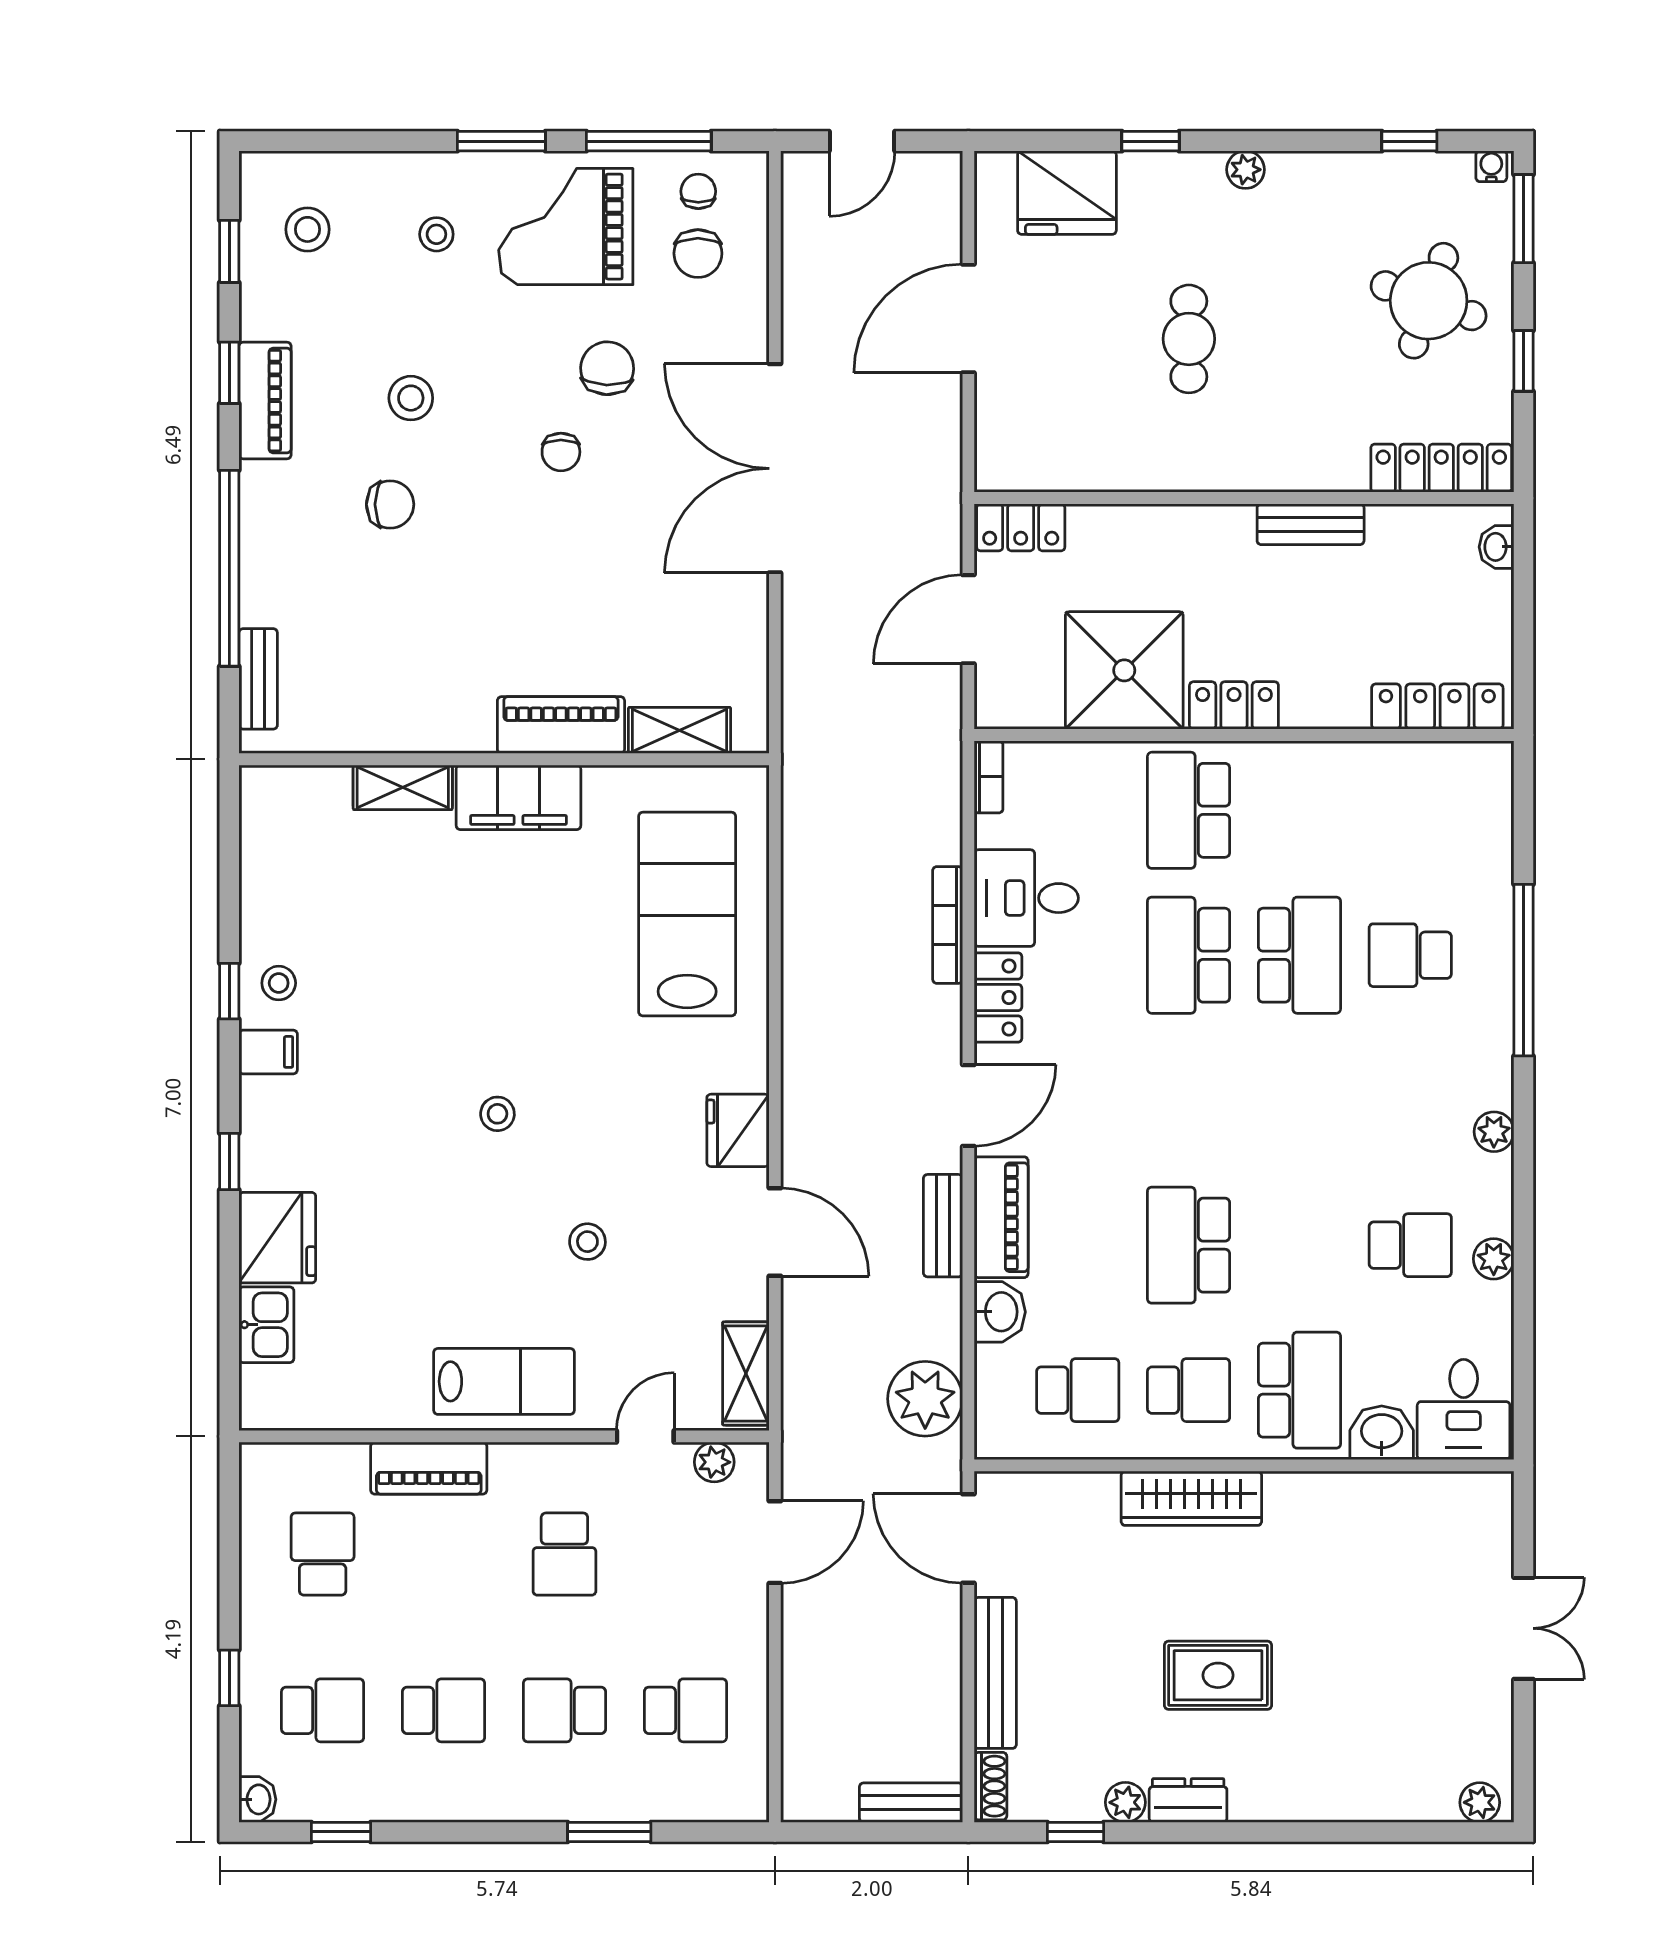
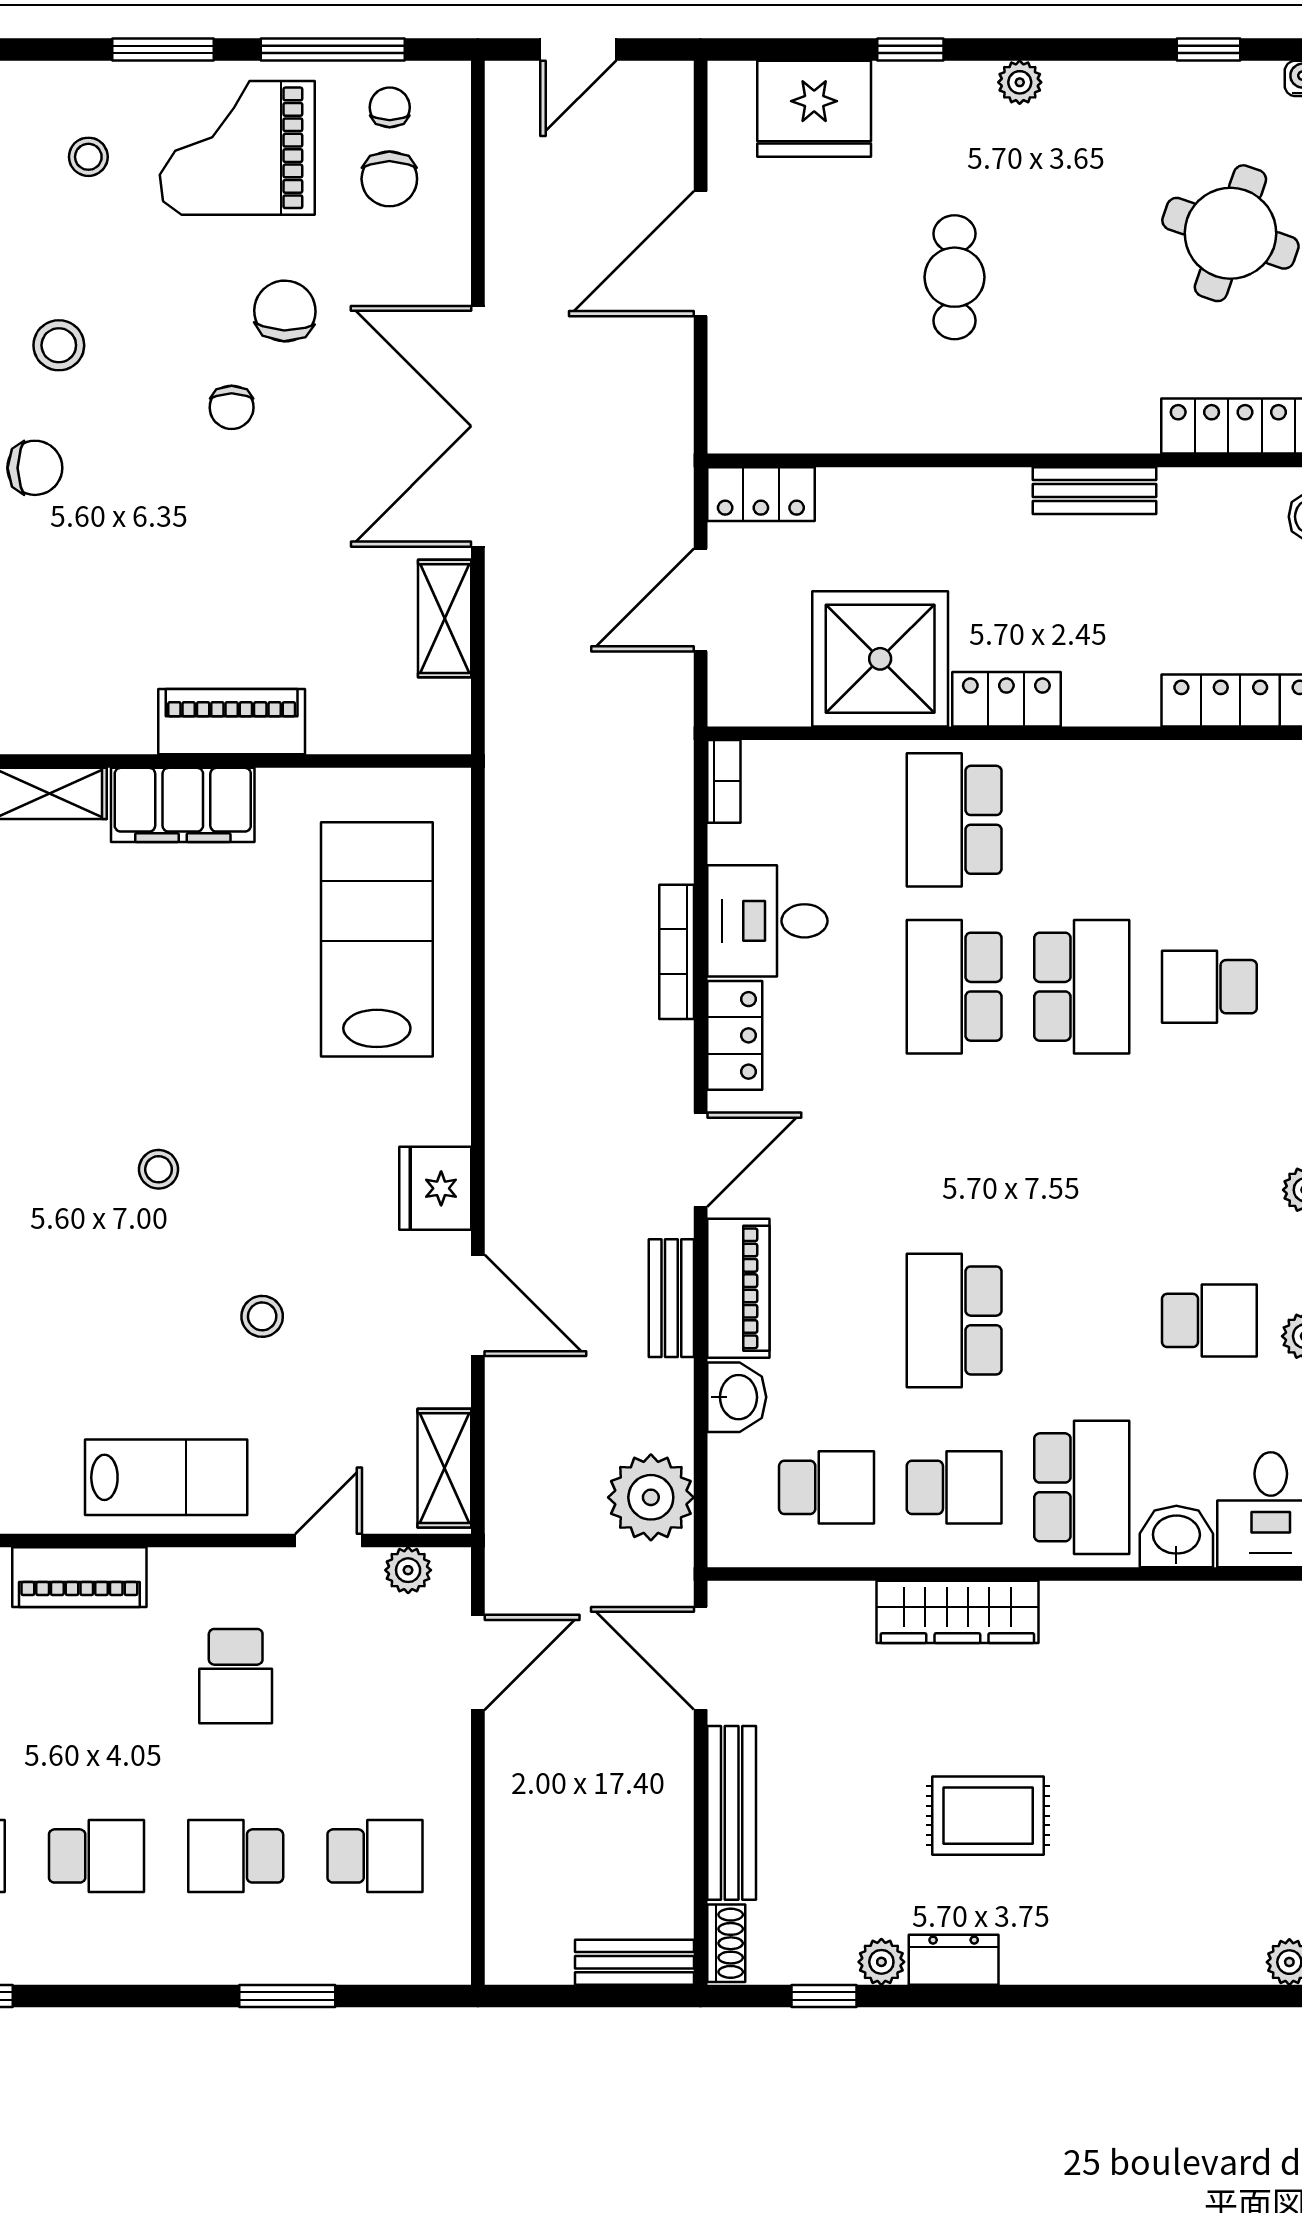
shelving: (680, 730) -> (445, 619), moved, turned 90

